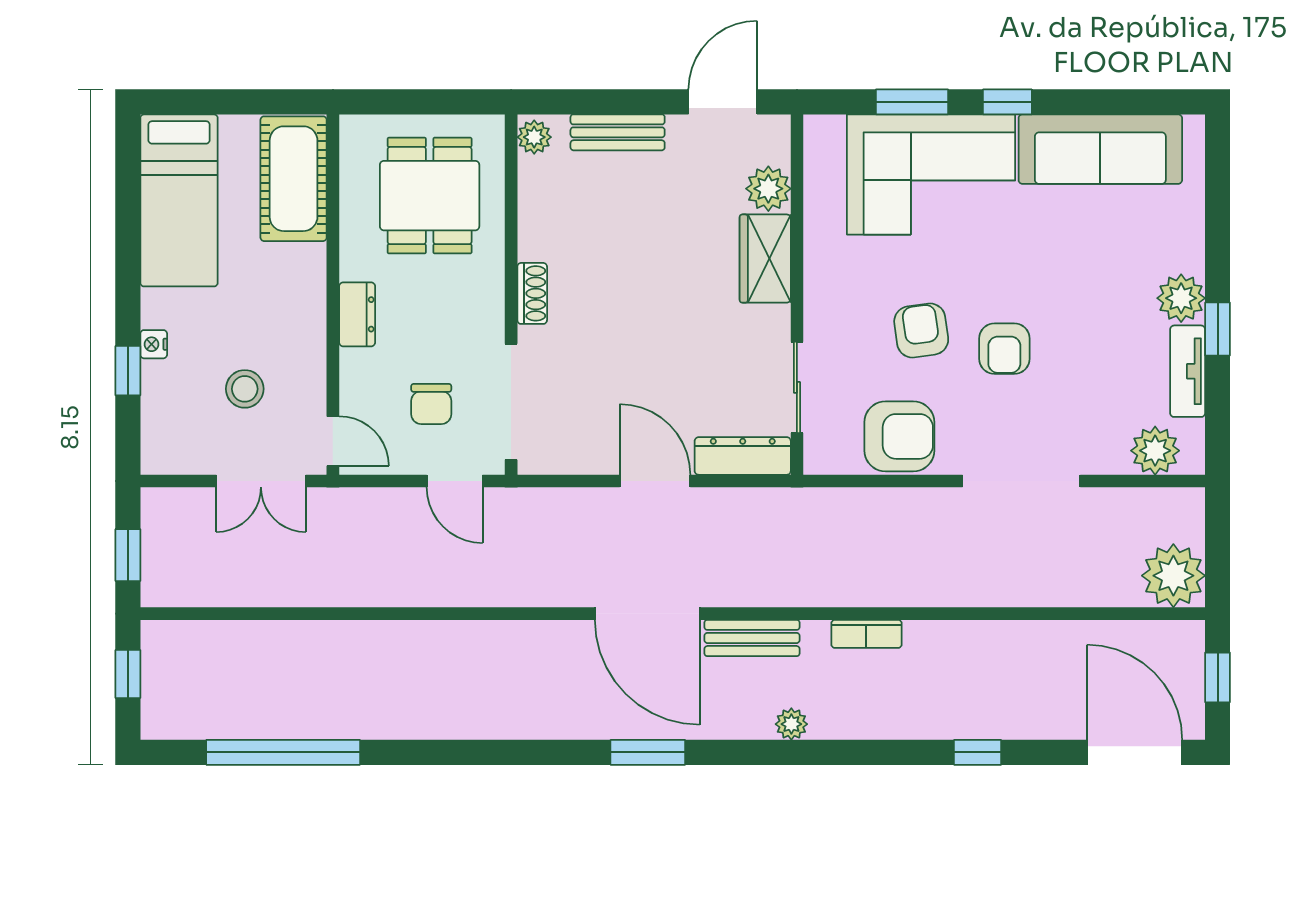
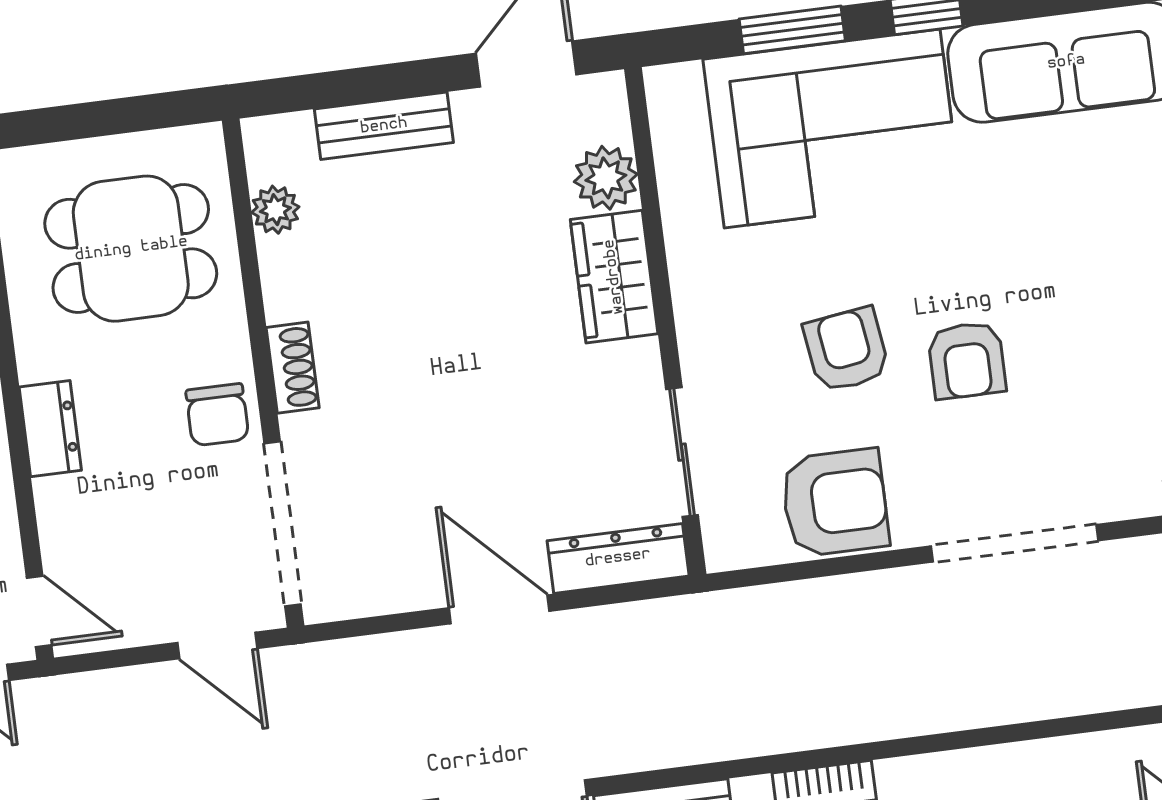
plant: (534, 137) -> (275, 210), moved
dining table: (430, 196) -> (131, 249), turned 90
chair: (431, 404) -> (217, 415), moved

